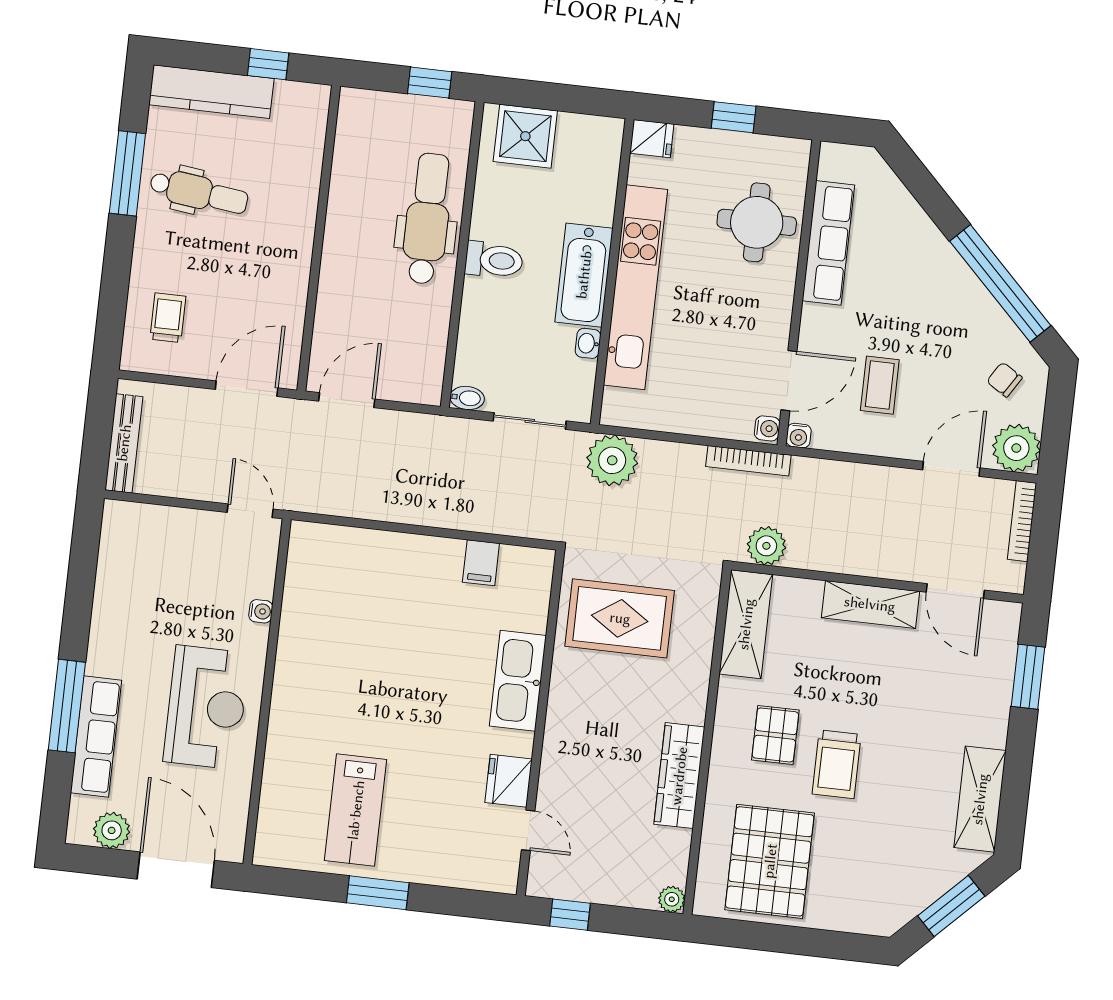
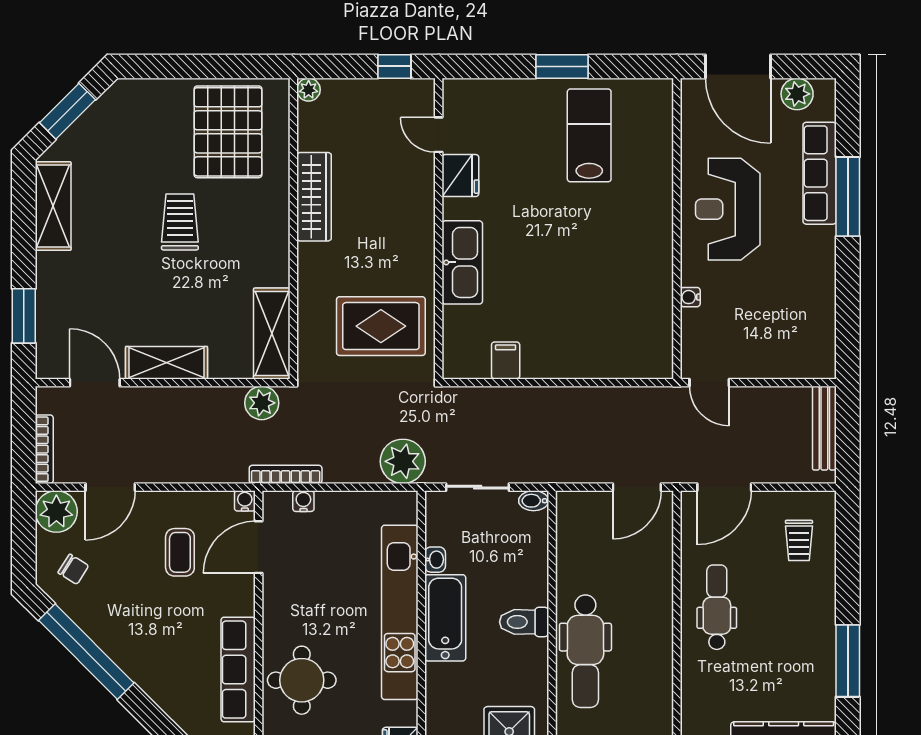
dental chair: (199, 192) -> (717, 607), moved, turned 83
water cooler: (767, 428) -> (303, 501), moved, turned 90
pallet: (775, 735) -> (235, 241), removed

